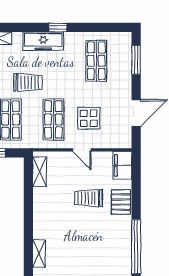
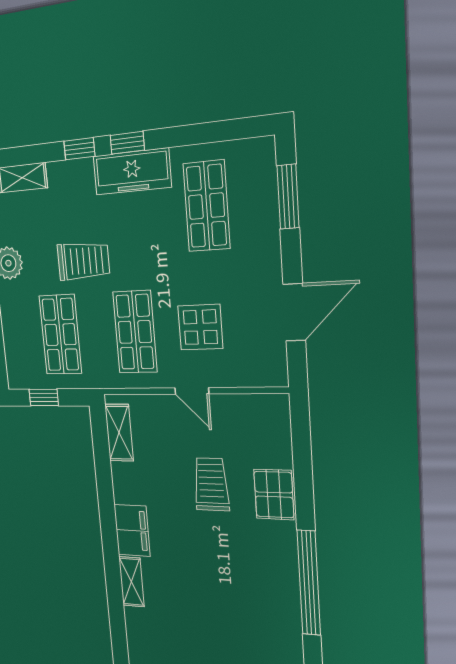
window: (32, 27) -> (79, 149), added
freezer: (43, 41) -> (132, 172), moved
filing cabinet: (122, 165) -> (132, 530), moved, turned 180
trolley: (89, 198) -> (211, 484), turned 90

